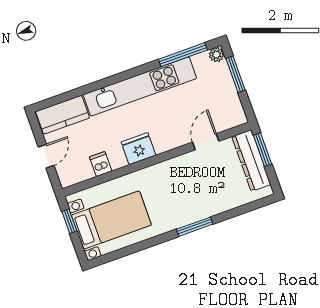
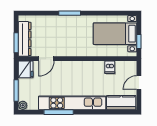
window: (183, 55) -> (59, 112), moved
fridge: (139, 149) -> (26, 69), moved, turned -90

